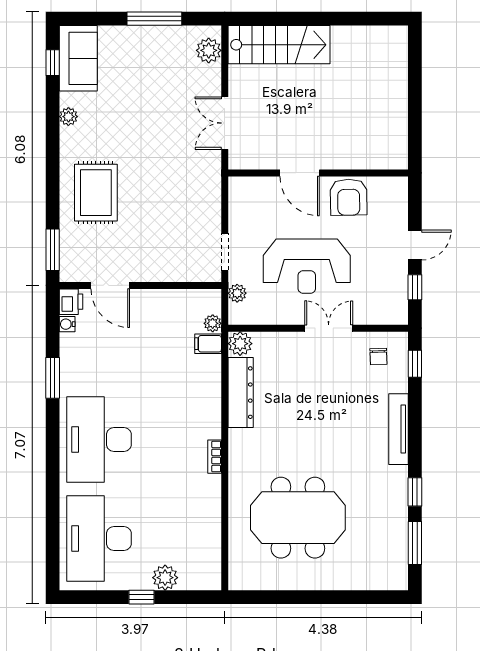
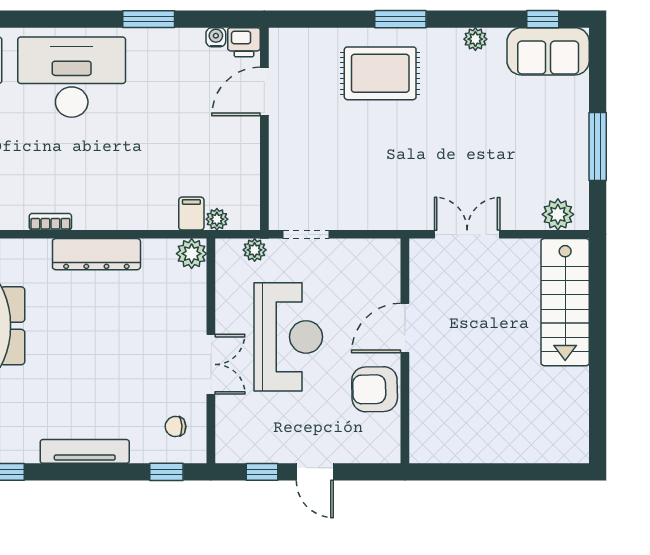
window: (53, 250) -> (400, 19), moved
reception desk: (307, 266) -> (288, 337), turned 180
dresser: (241, 393) -> (96, 254), moved

